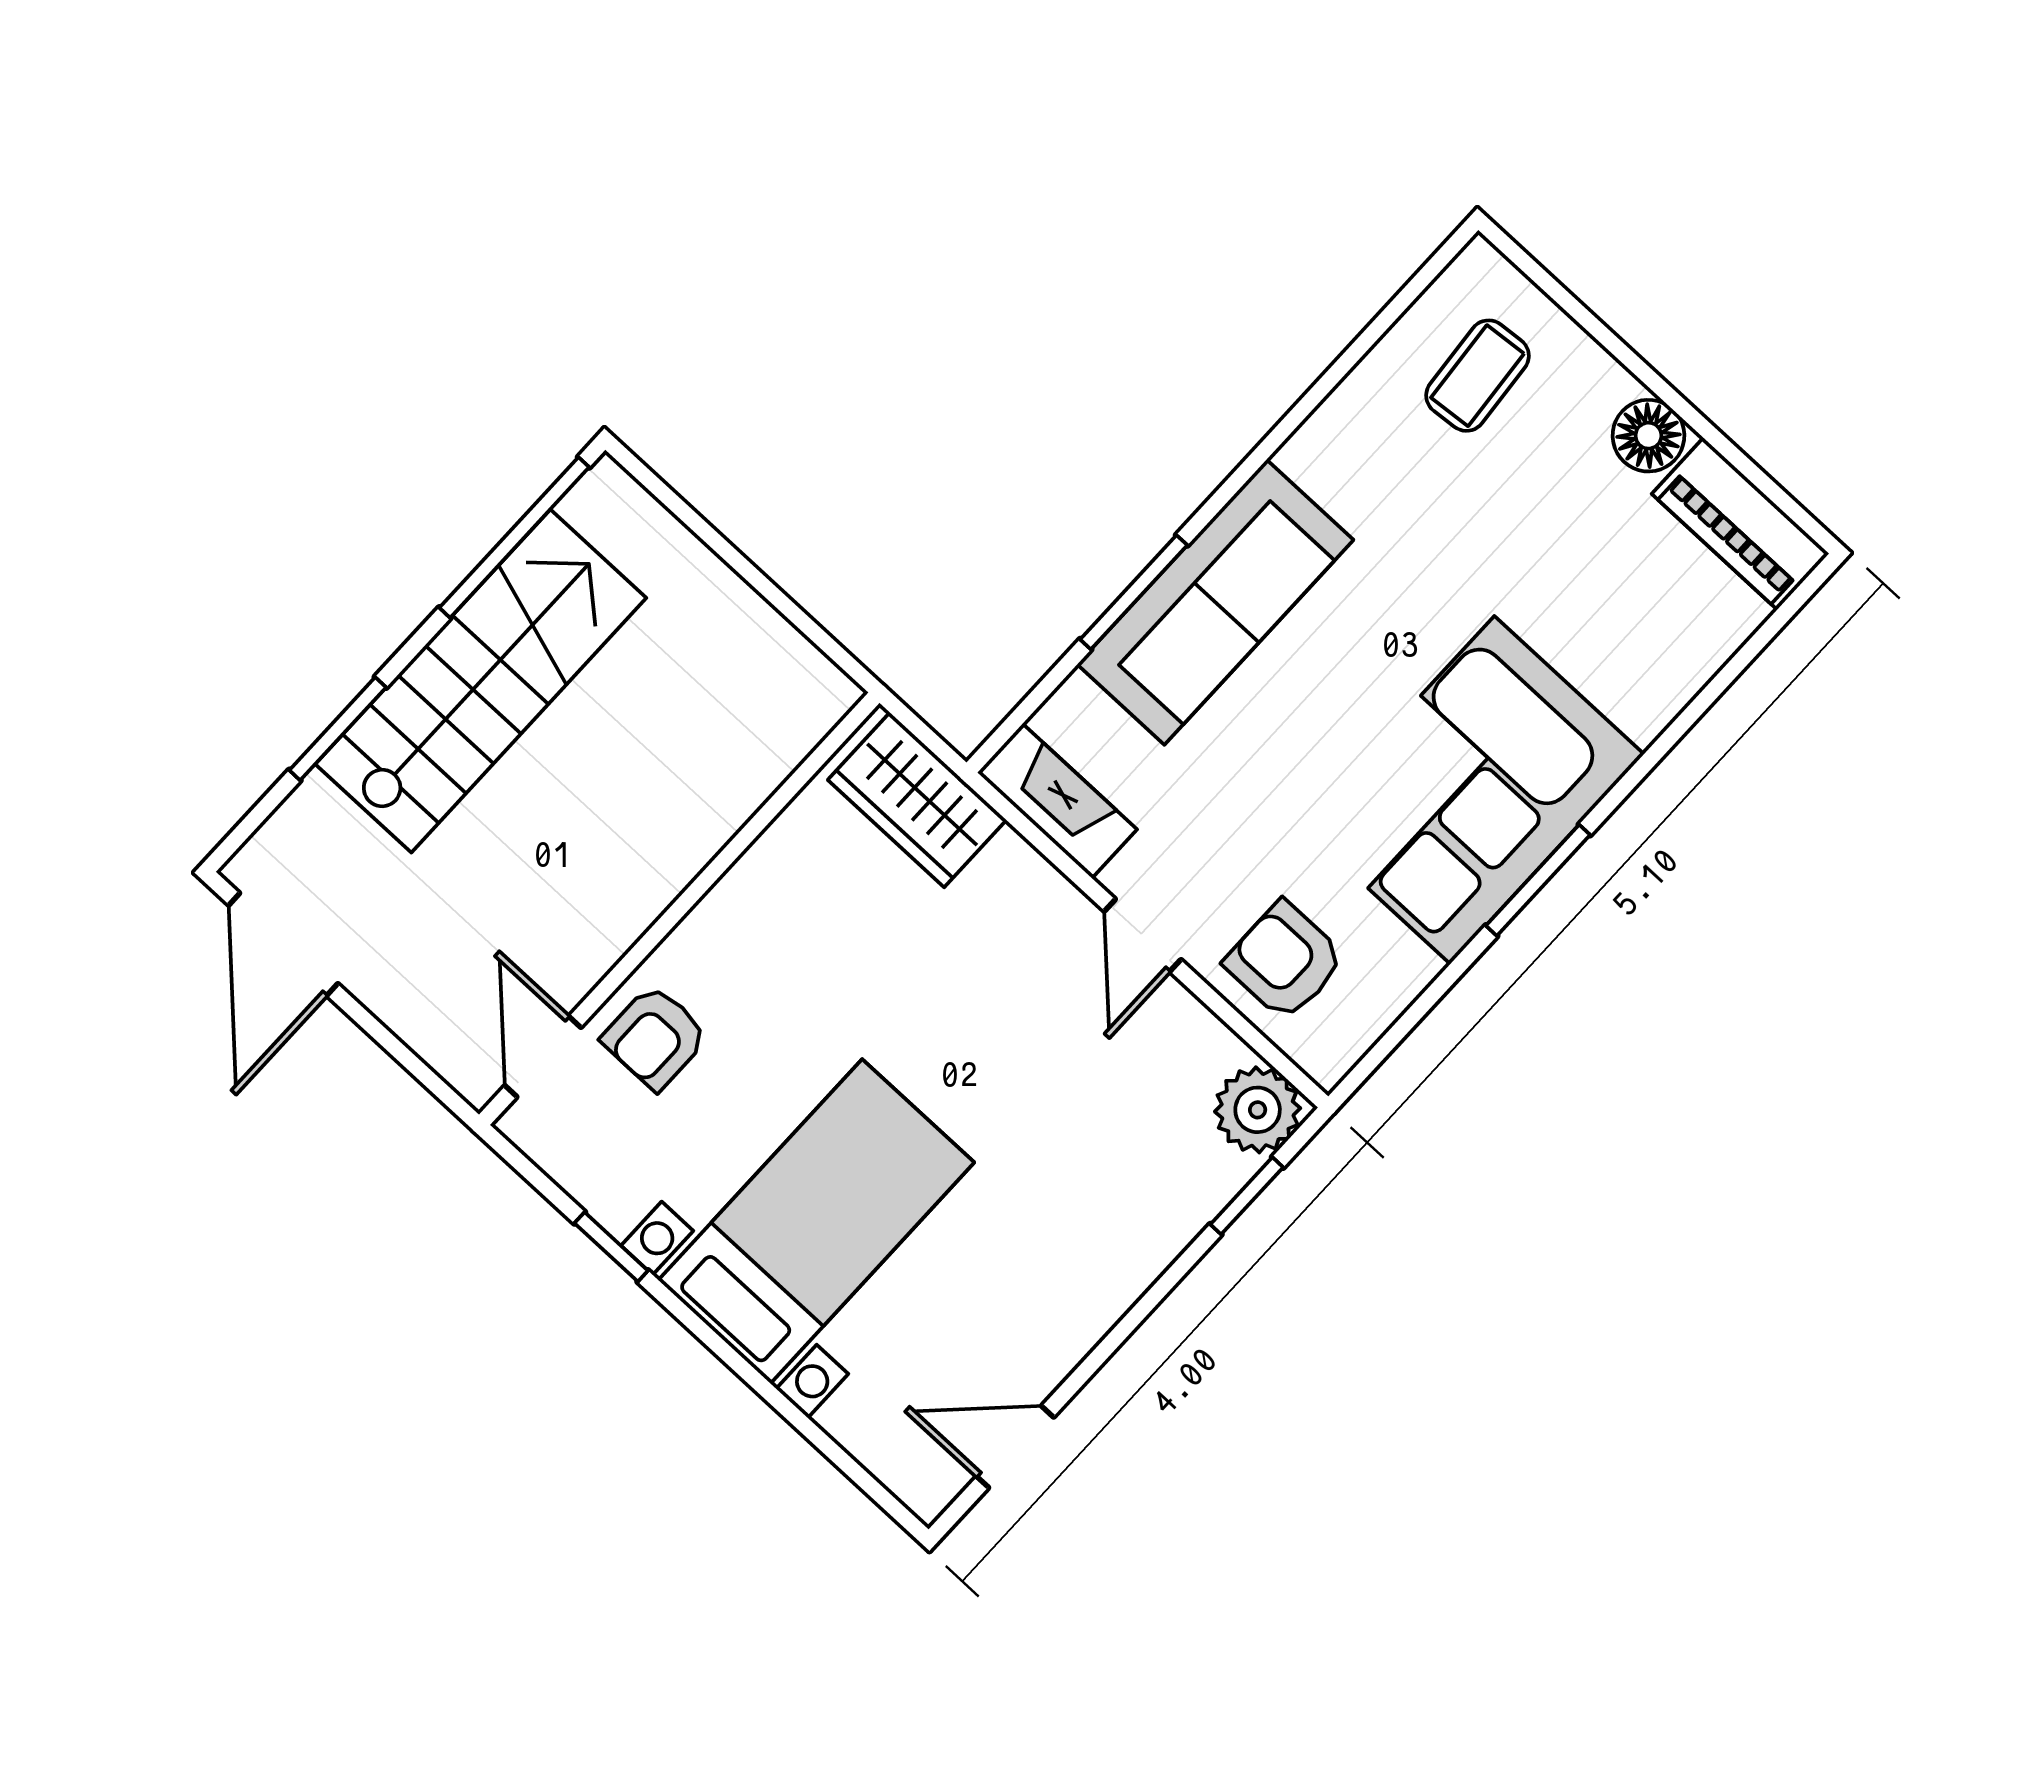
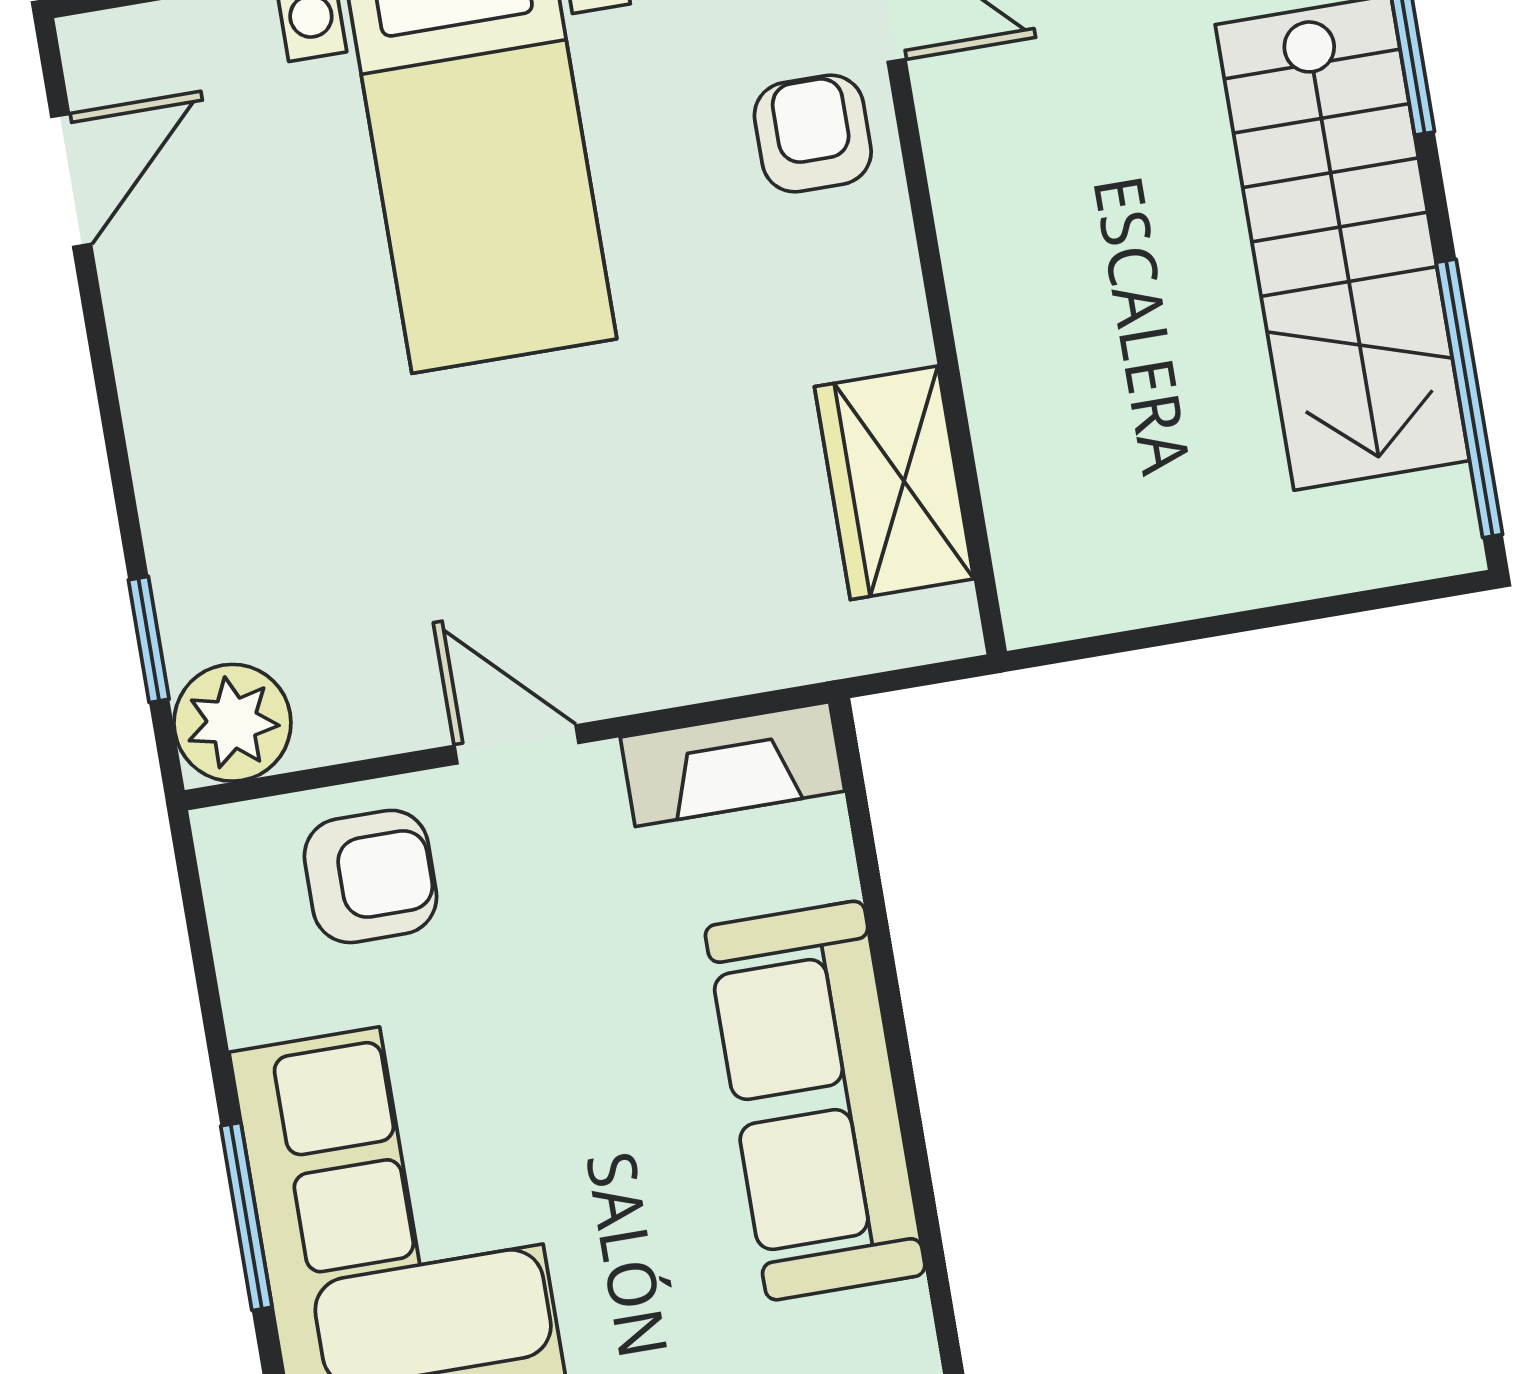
window: (1134, 592) -> (894, 1021), removed
wardrobe: (917, 800) -> (894, 483), moved, turned -90

